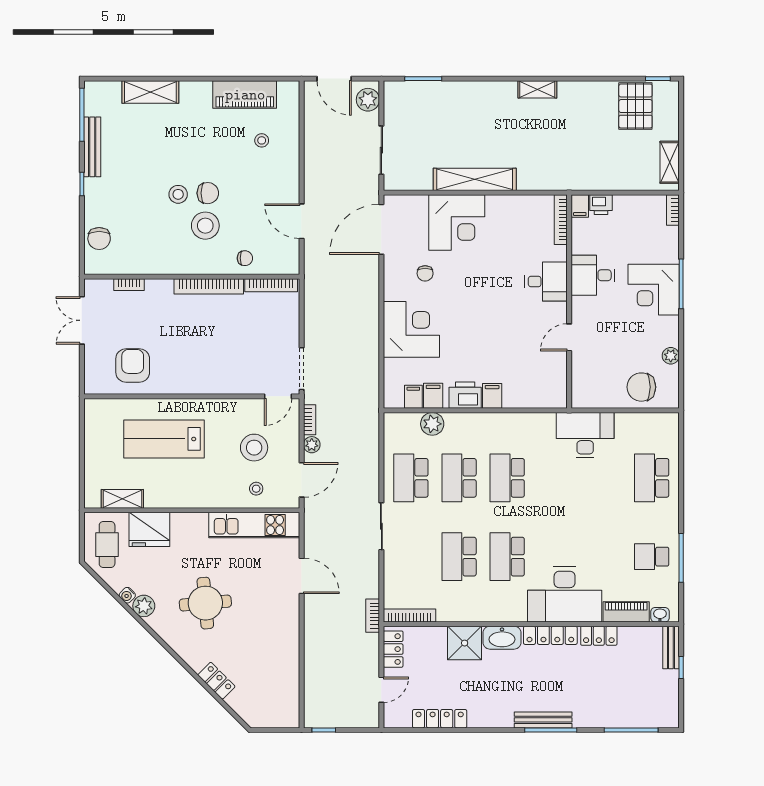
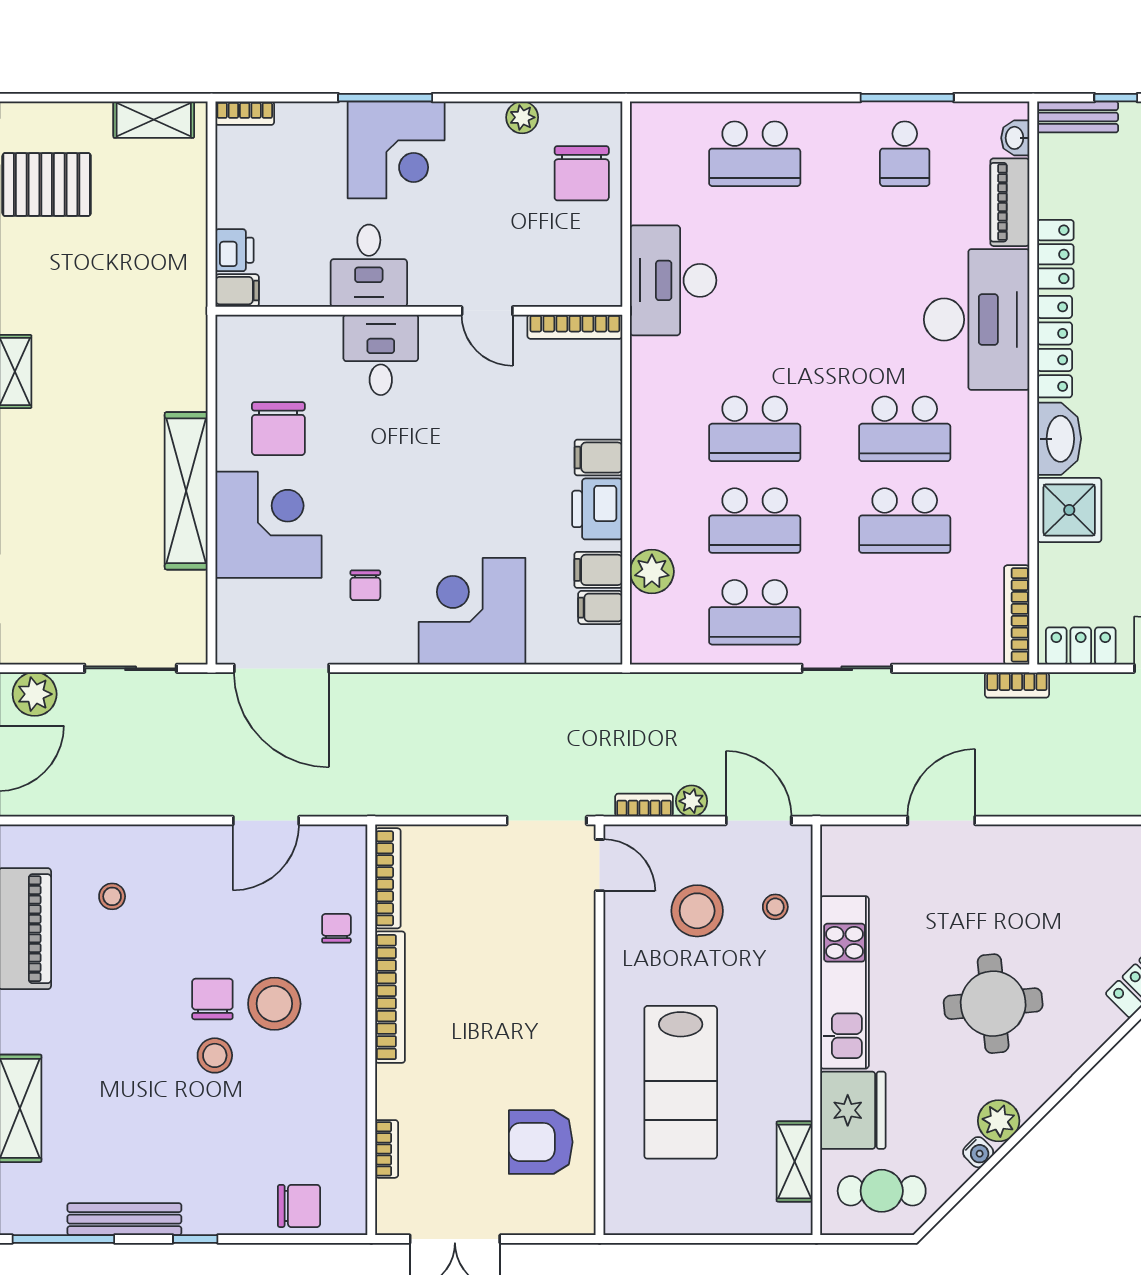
bookcase: (561, 220) -> (575, 327), moved
chair: (507, 228) -> (278, 429), added
chair: (425, 273) -> (365, 585), turned 90
kitchen unit: (254, 525) -> (844, 982), moved

